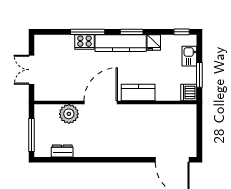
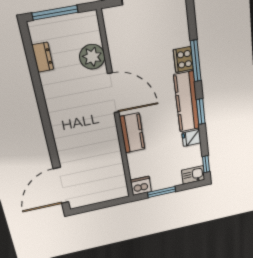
kitchen sink: (189, 56) -> (193, 175), moved

